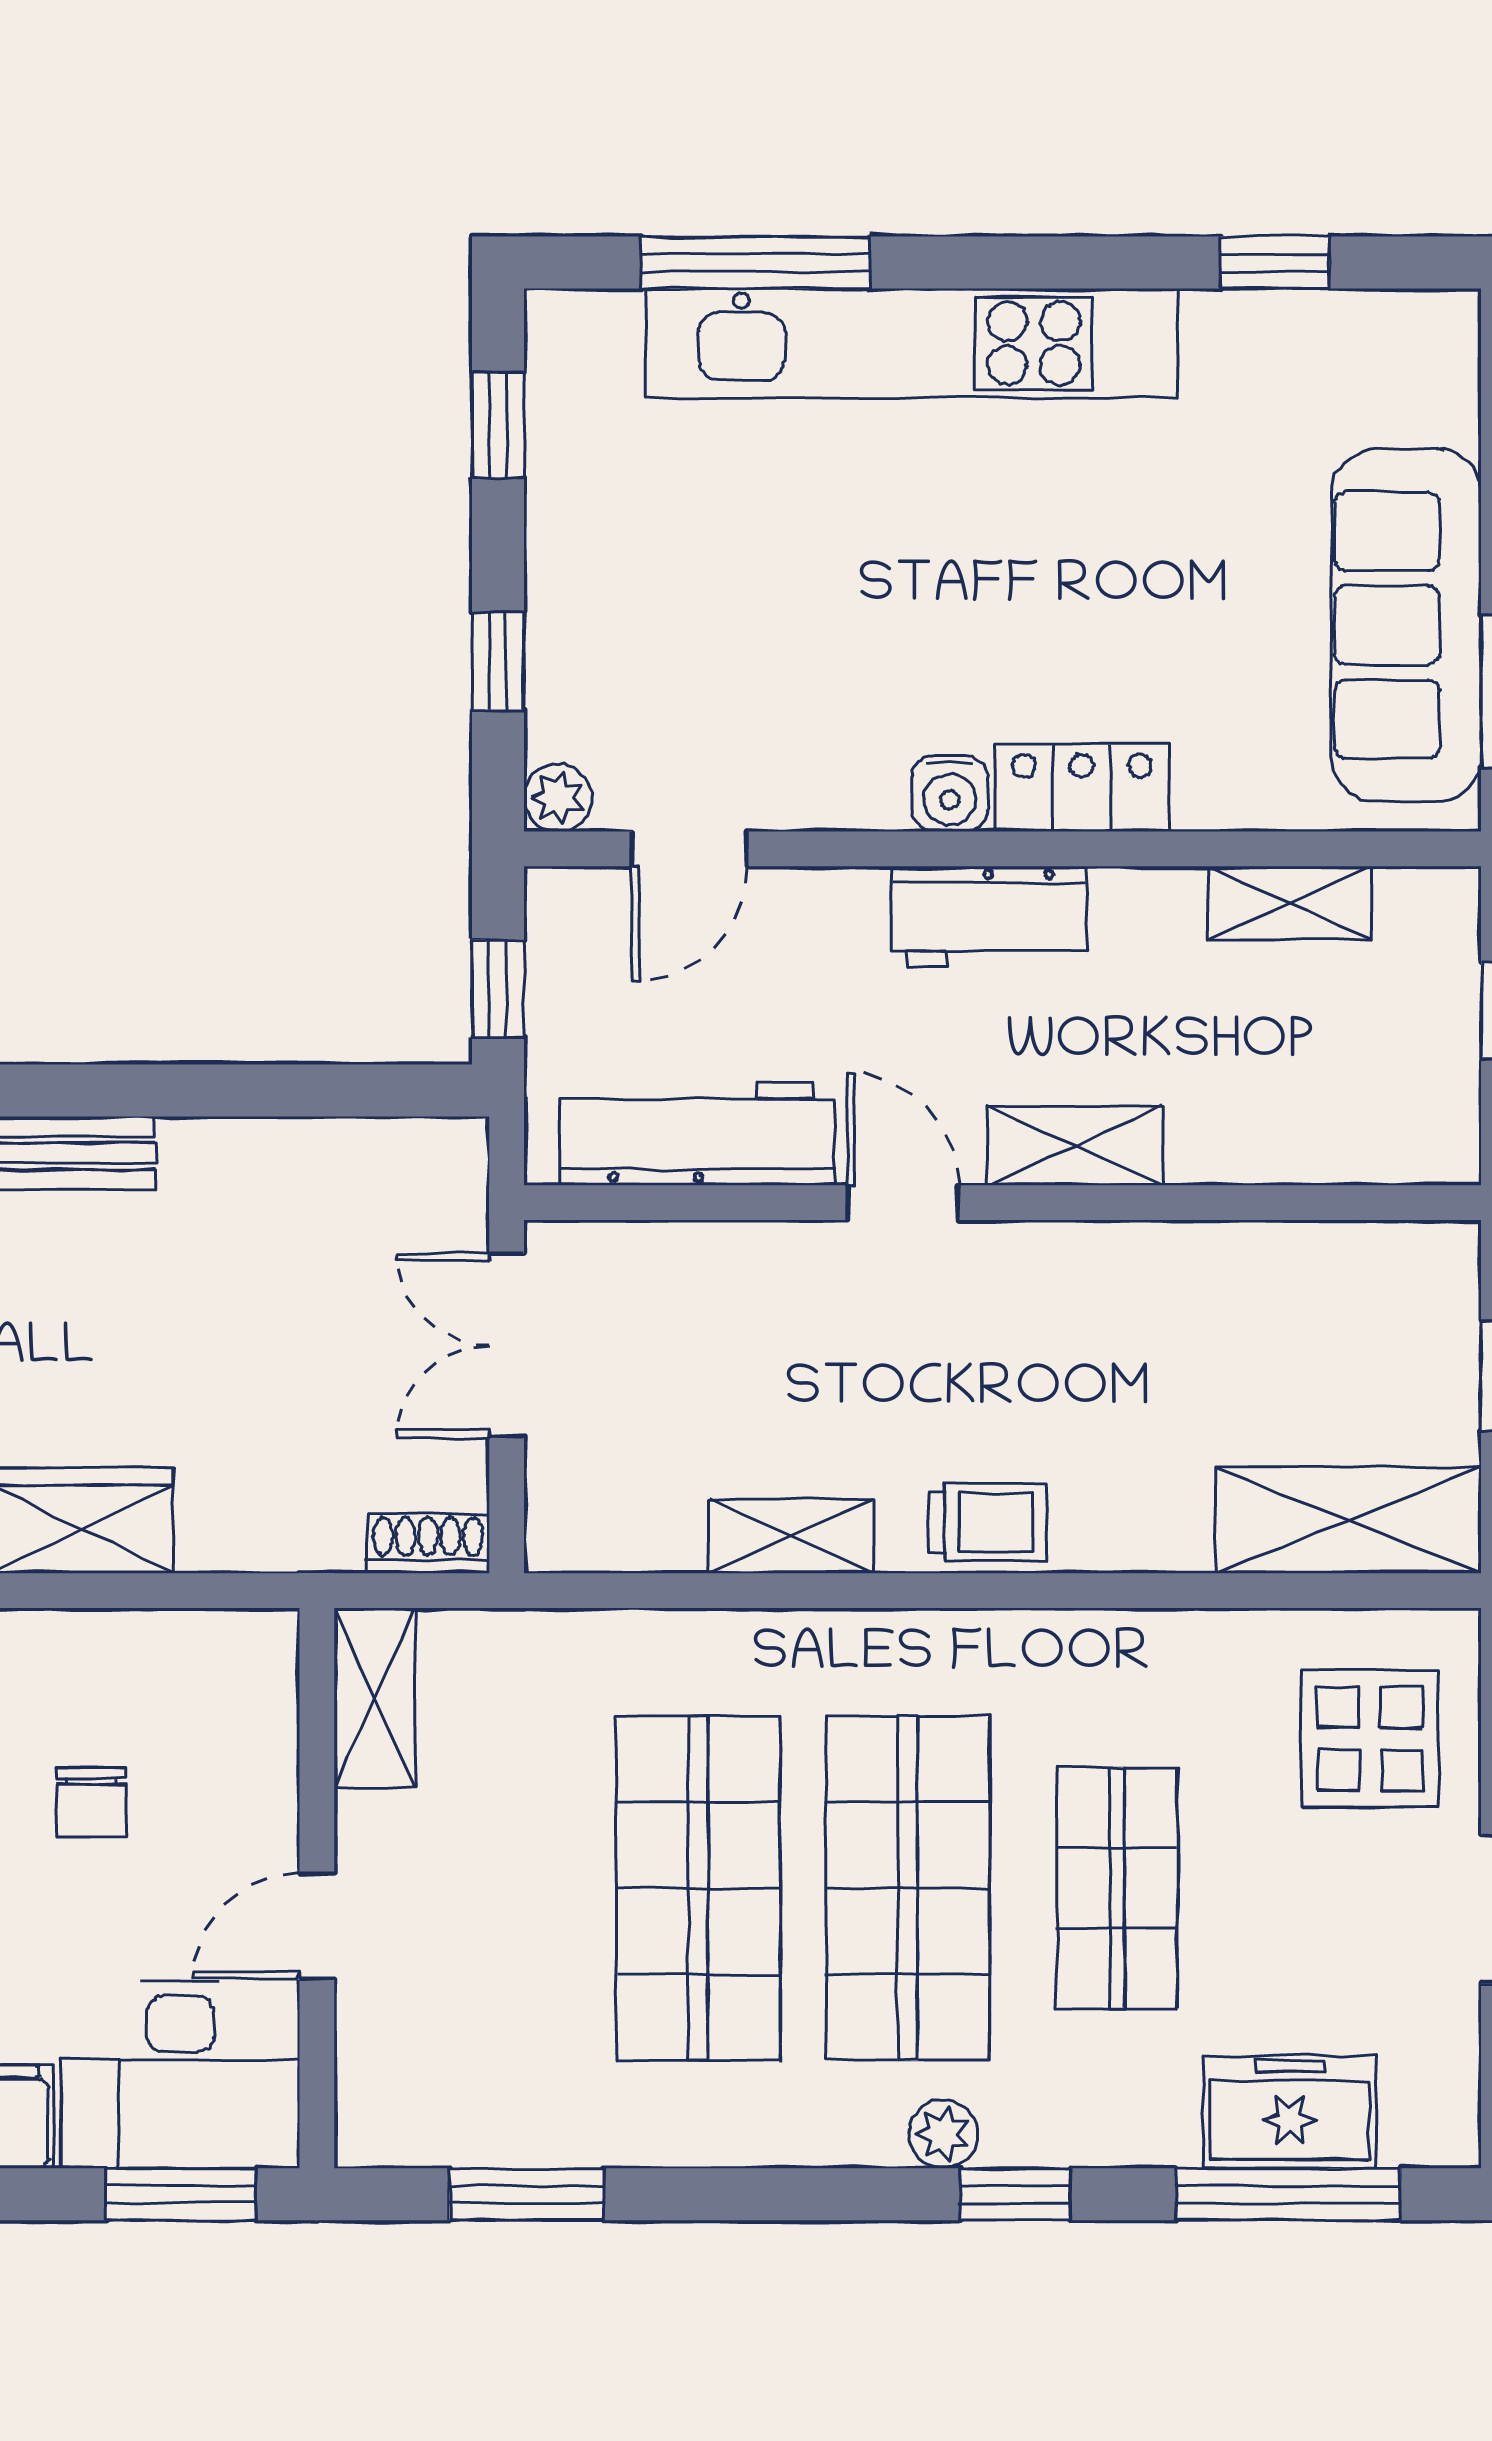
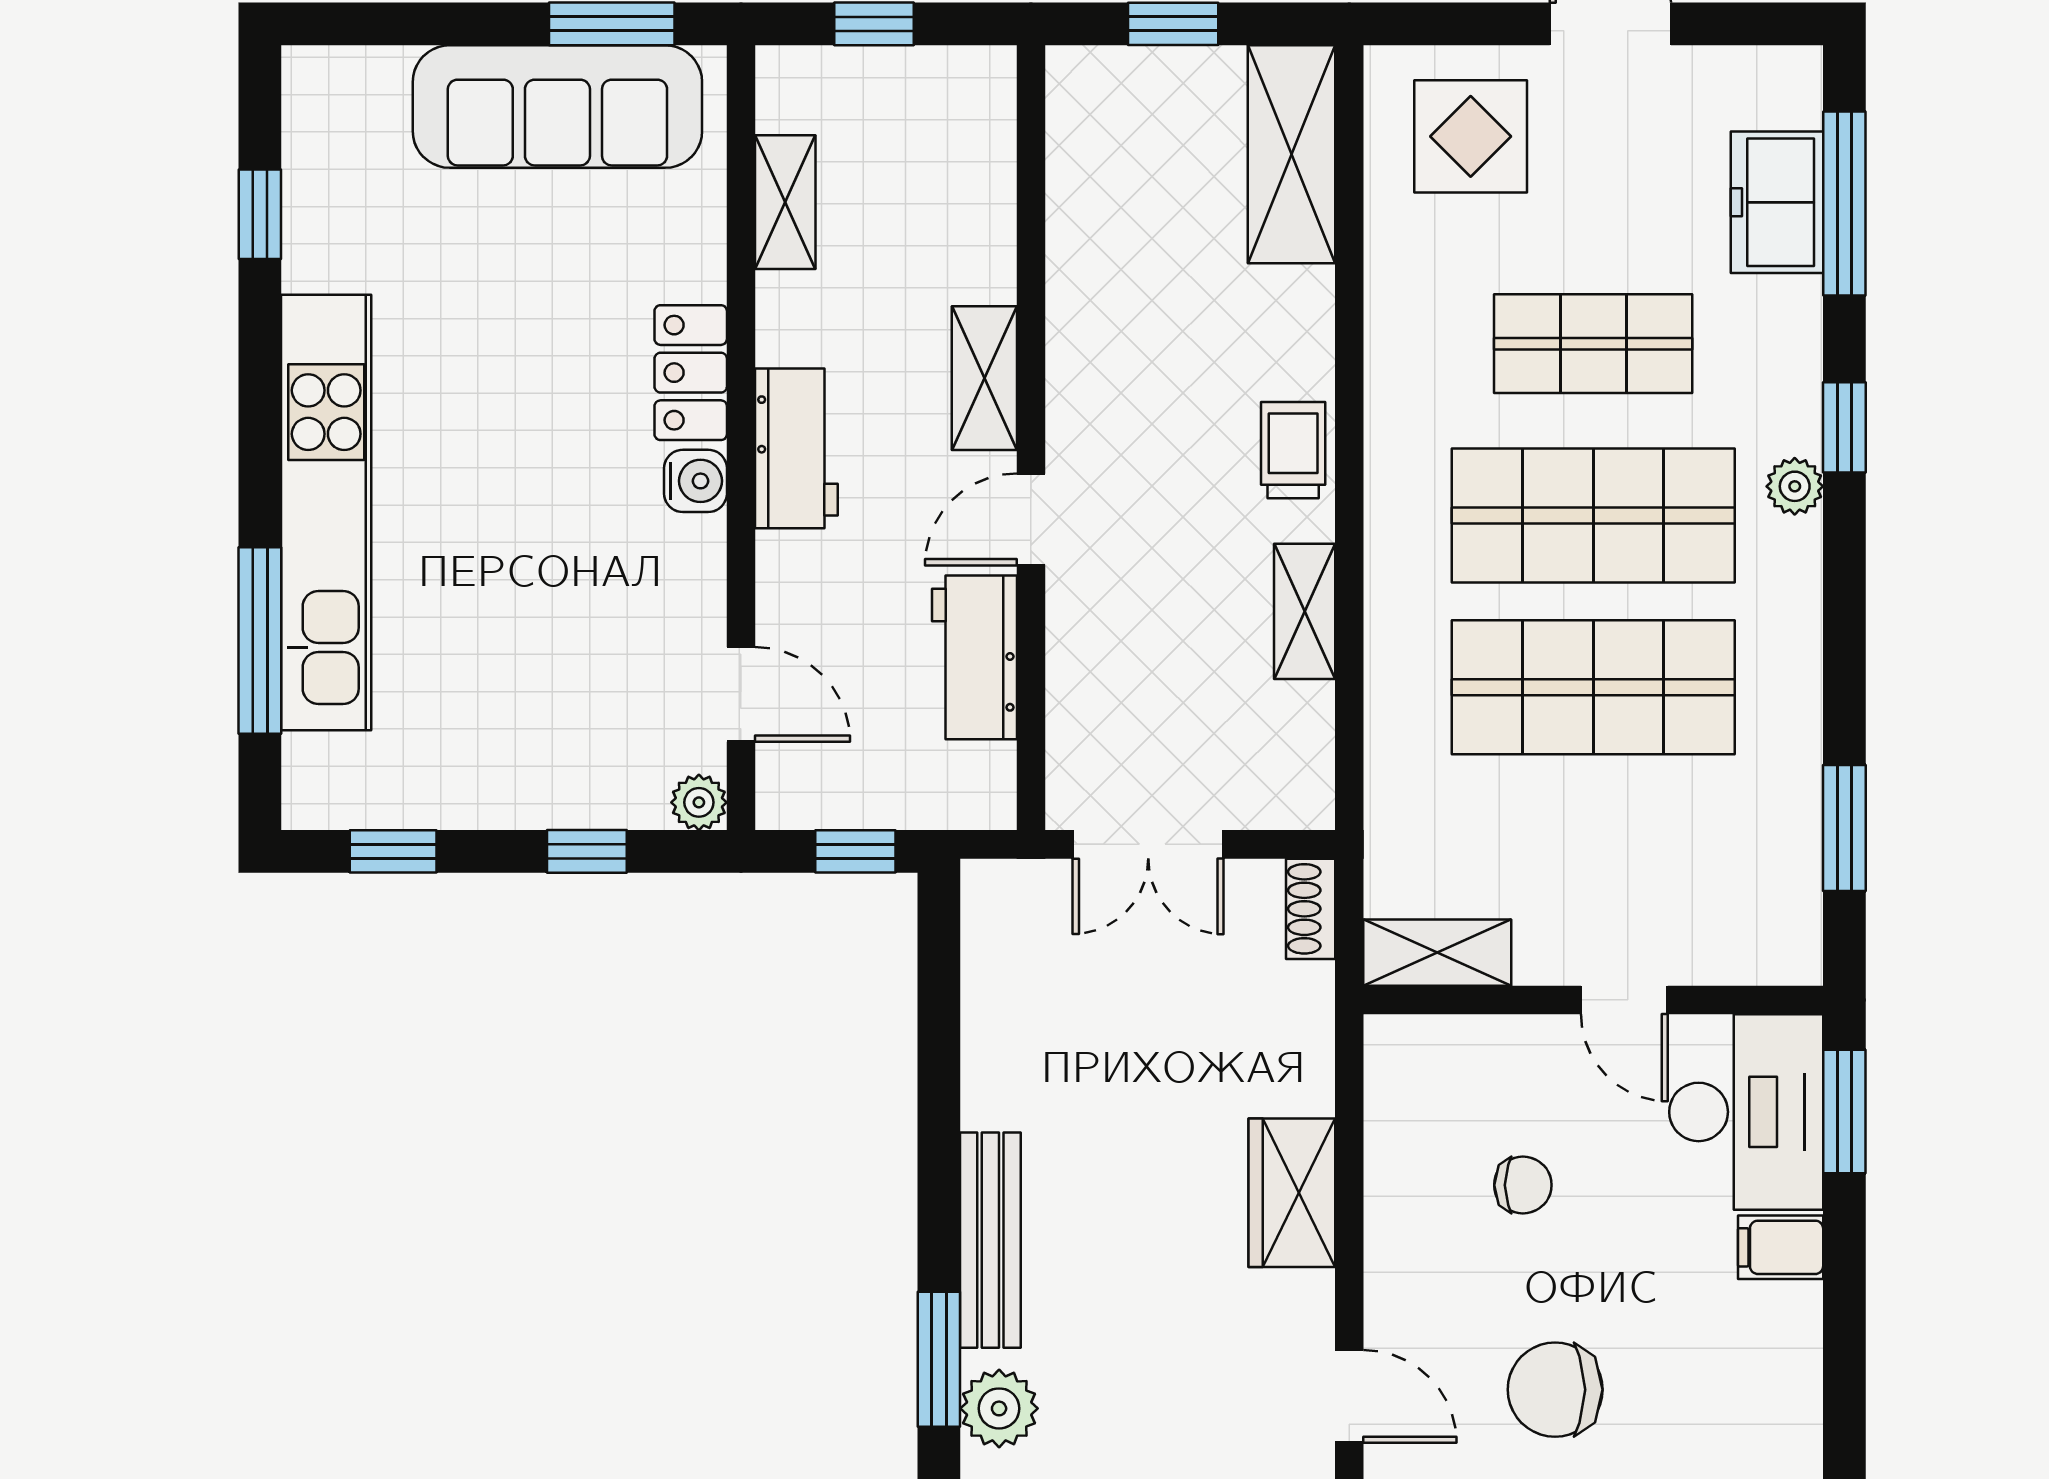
workbench: (697, 1134) -> (974, 657), width x0.73

